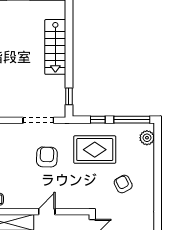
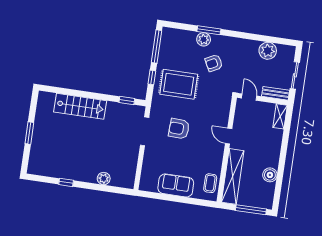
plant: (147, 138) -> (204, 39), moved
rug: (95, 150) -> (179, 84), turned 90
window: (158, 174) -> (209, 30), added

